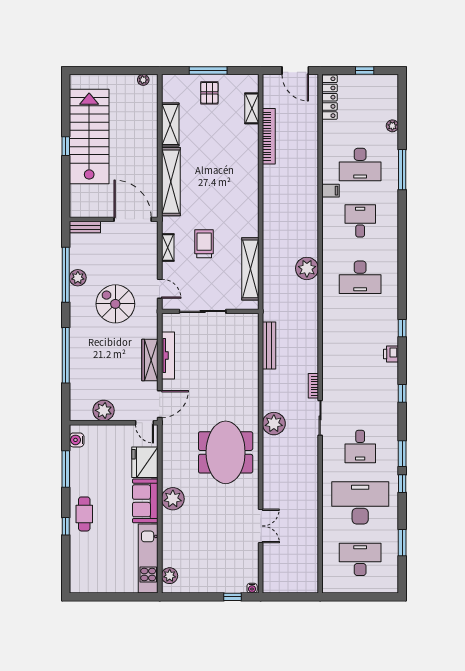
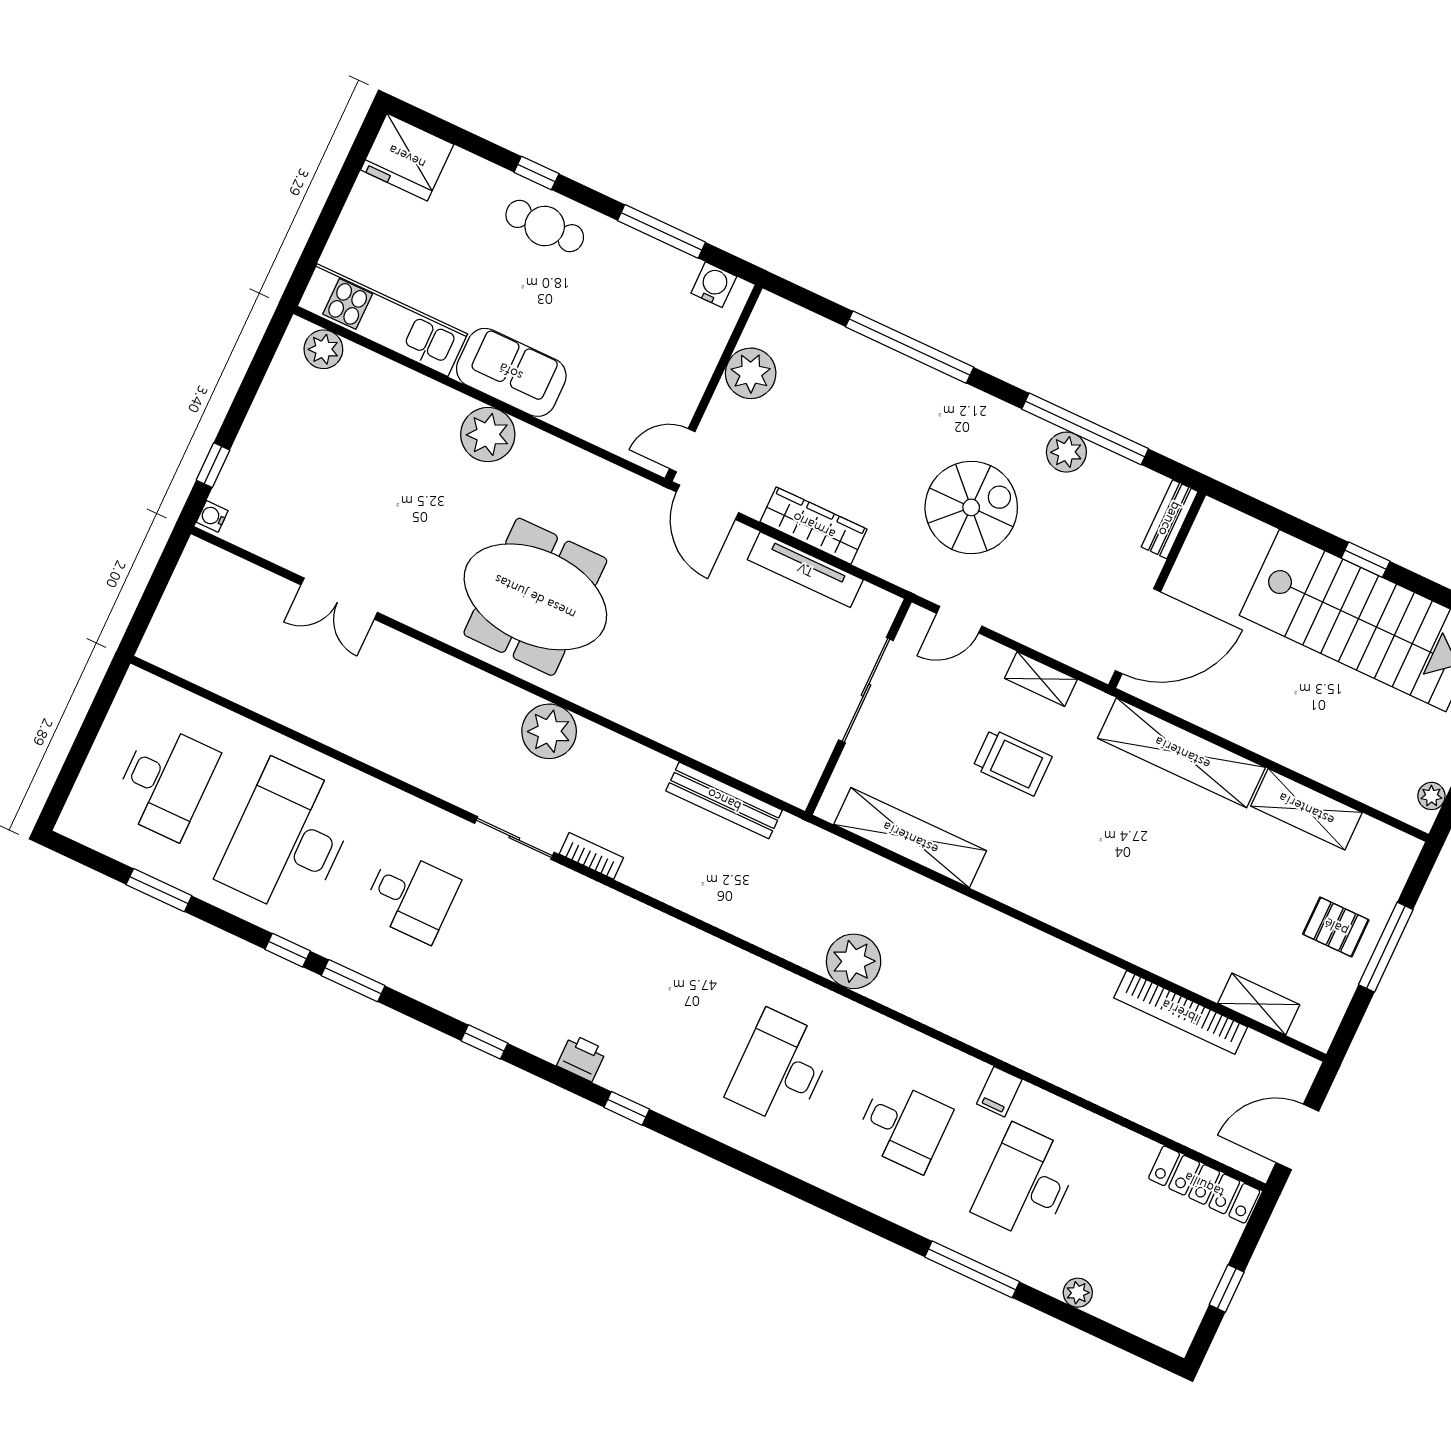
desk: (360, 447) -> (411, 896), turned 180
fridge: (145, 462) -> (407, 157), moved, turned 180
desk: (360, 503) -> (288, 839), turned 180

